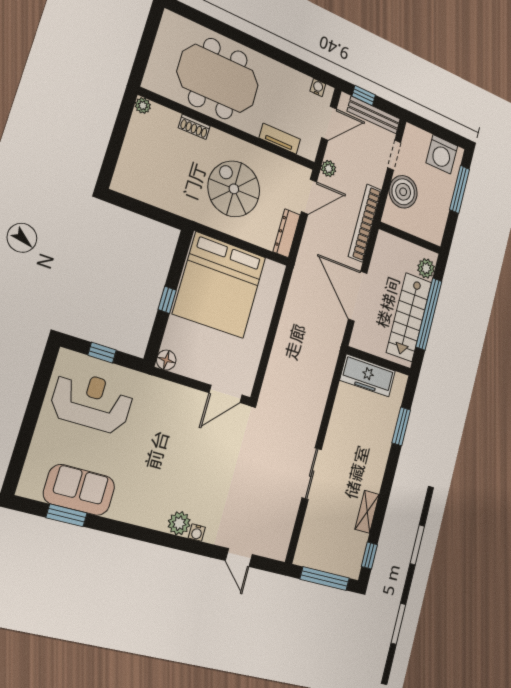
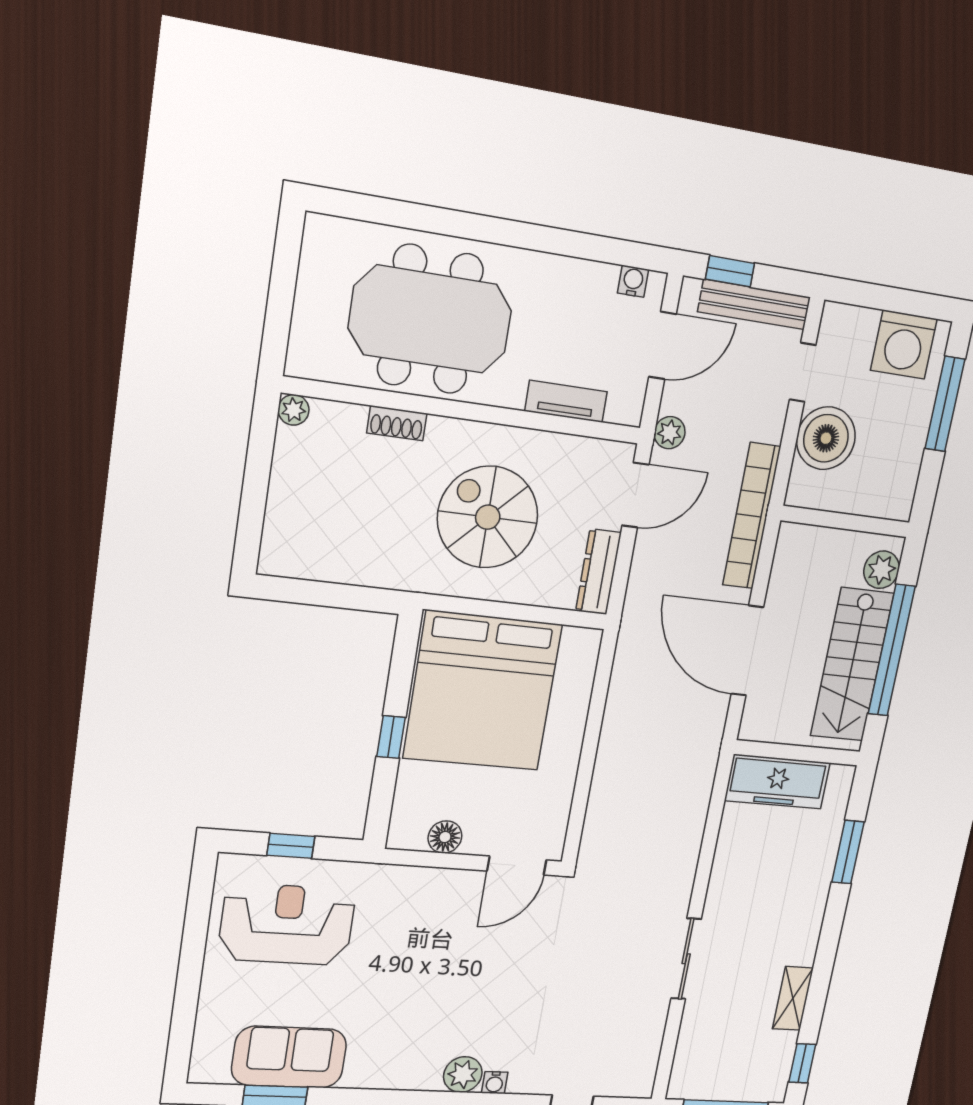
floor lamp: (166, 360) -> (445, 837), moved

